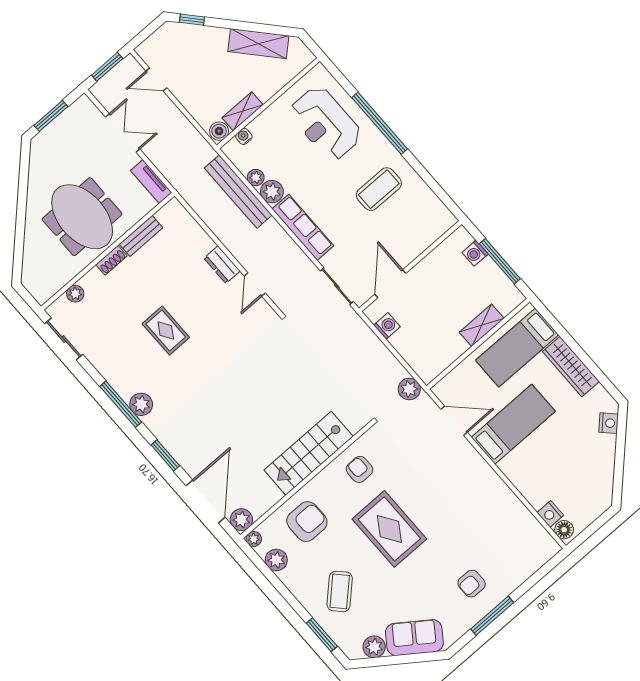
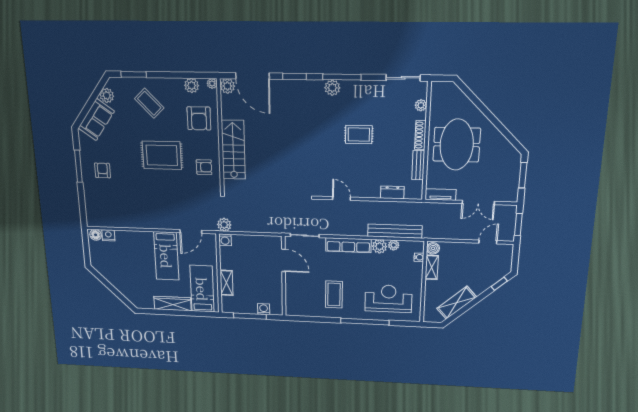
meeting table: (82, 217) -> (457, 145), turned 90
shoe rack: (112, 260) -> (420, 135), width x1.43
dresser: (222, 265) -> (392, 192), moved
washing machine: (387, 326) -> (225, 240), moved
nightstand: (609, 423) -> (132, 297), removed

